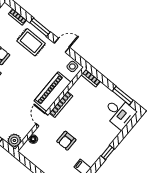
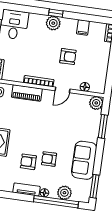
piano: (52, 92) -> (27, 93), width x0.73, depth x0.75
plant: (101, 145) -> (53, 23), added

